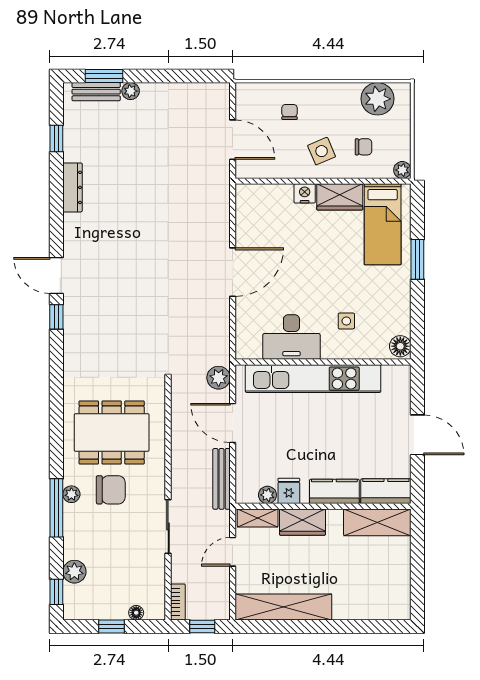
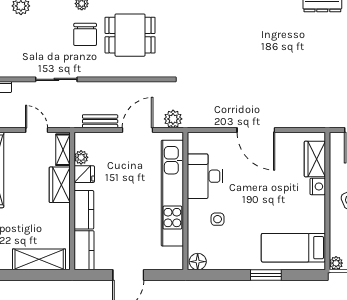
wardrobe: (340, 197) -> (315, 159), moved
dining table: (112, 433) -> (130, 35), width x0.73
bench: (222, 479) -> (100, 121), width x0.73
shelving: (377, 522) -> (39, 259), moved, turned 90

